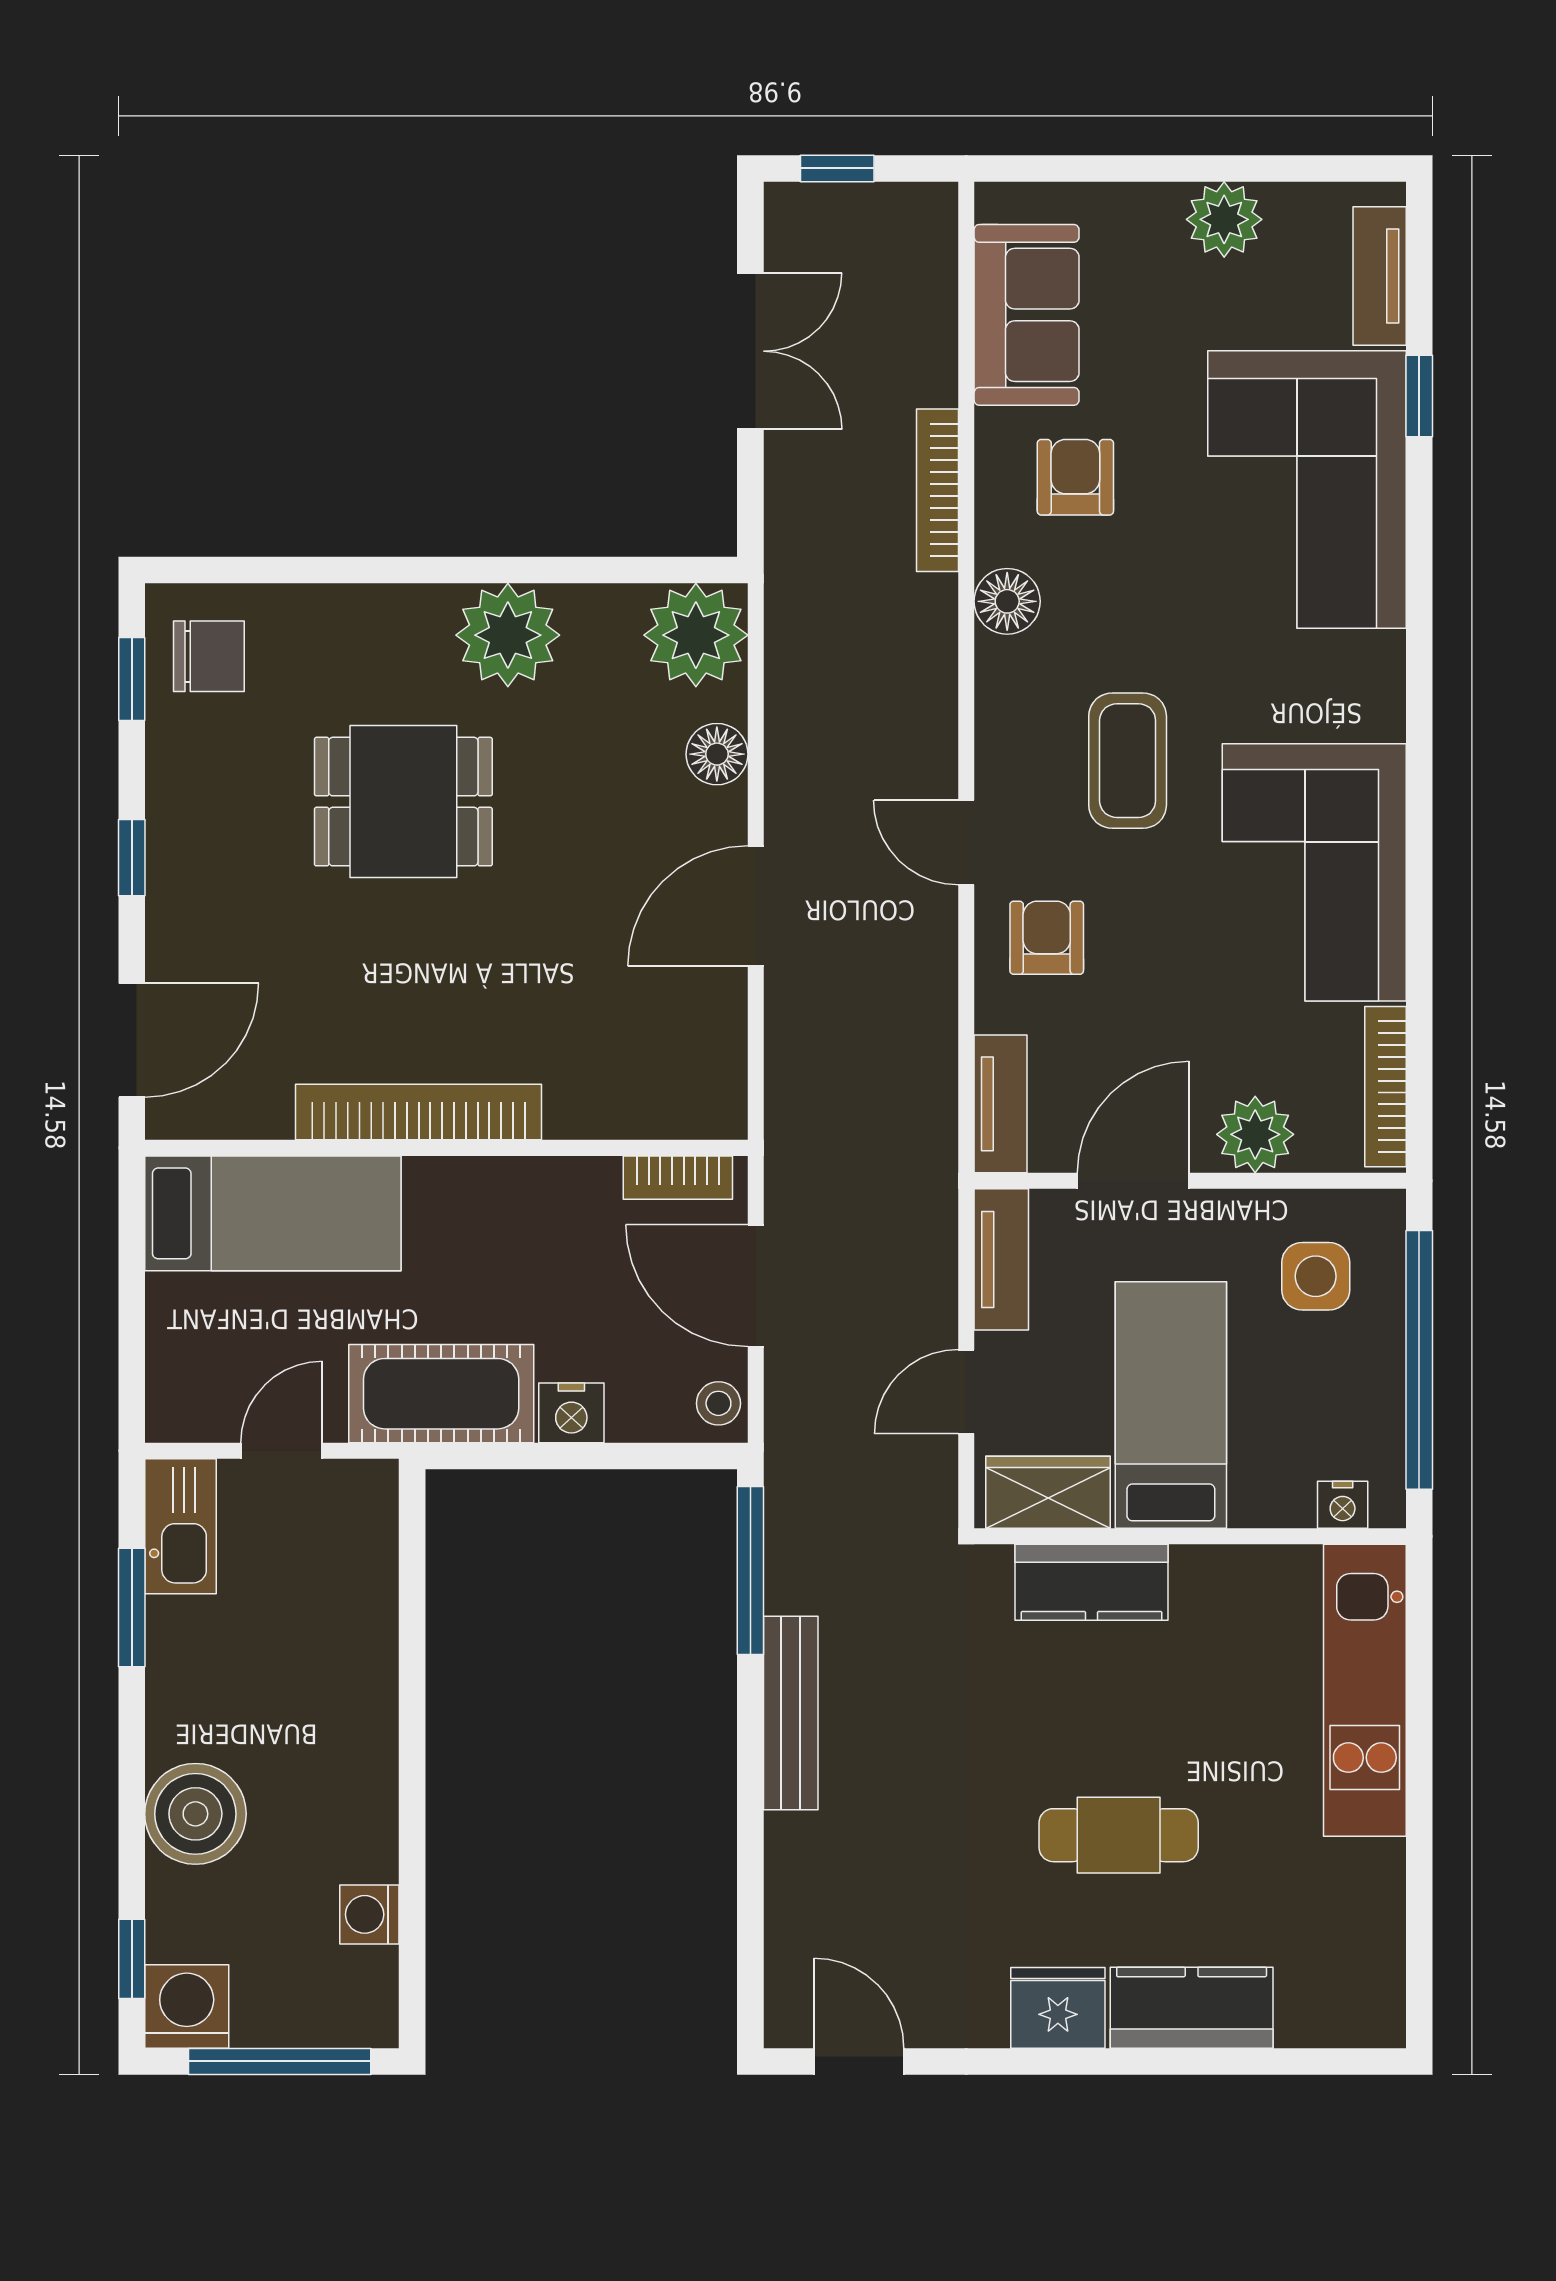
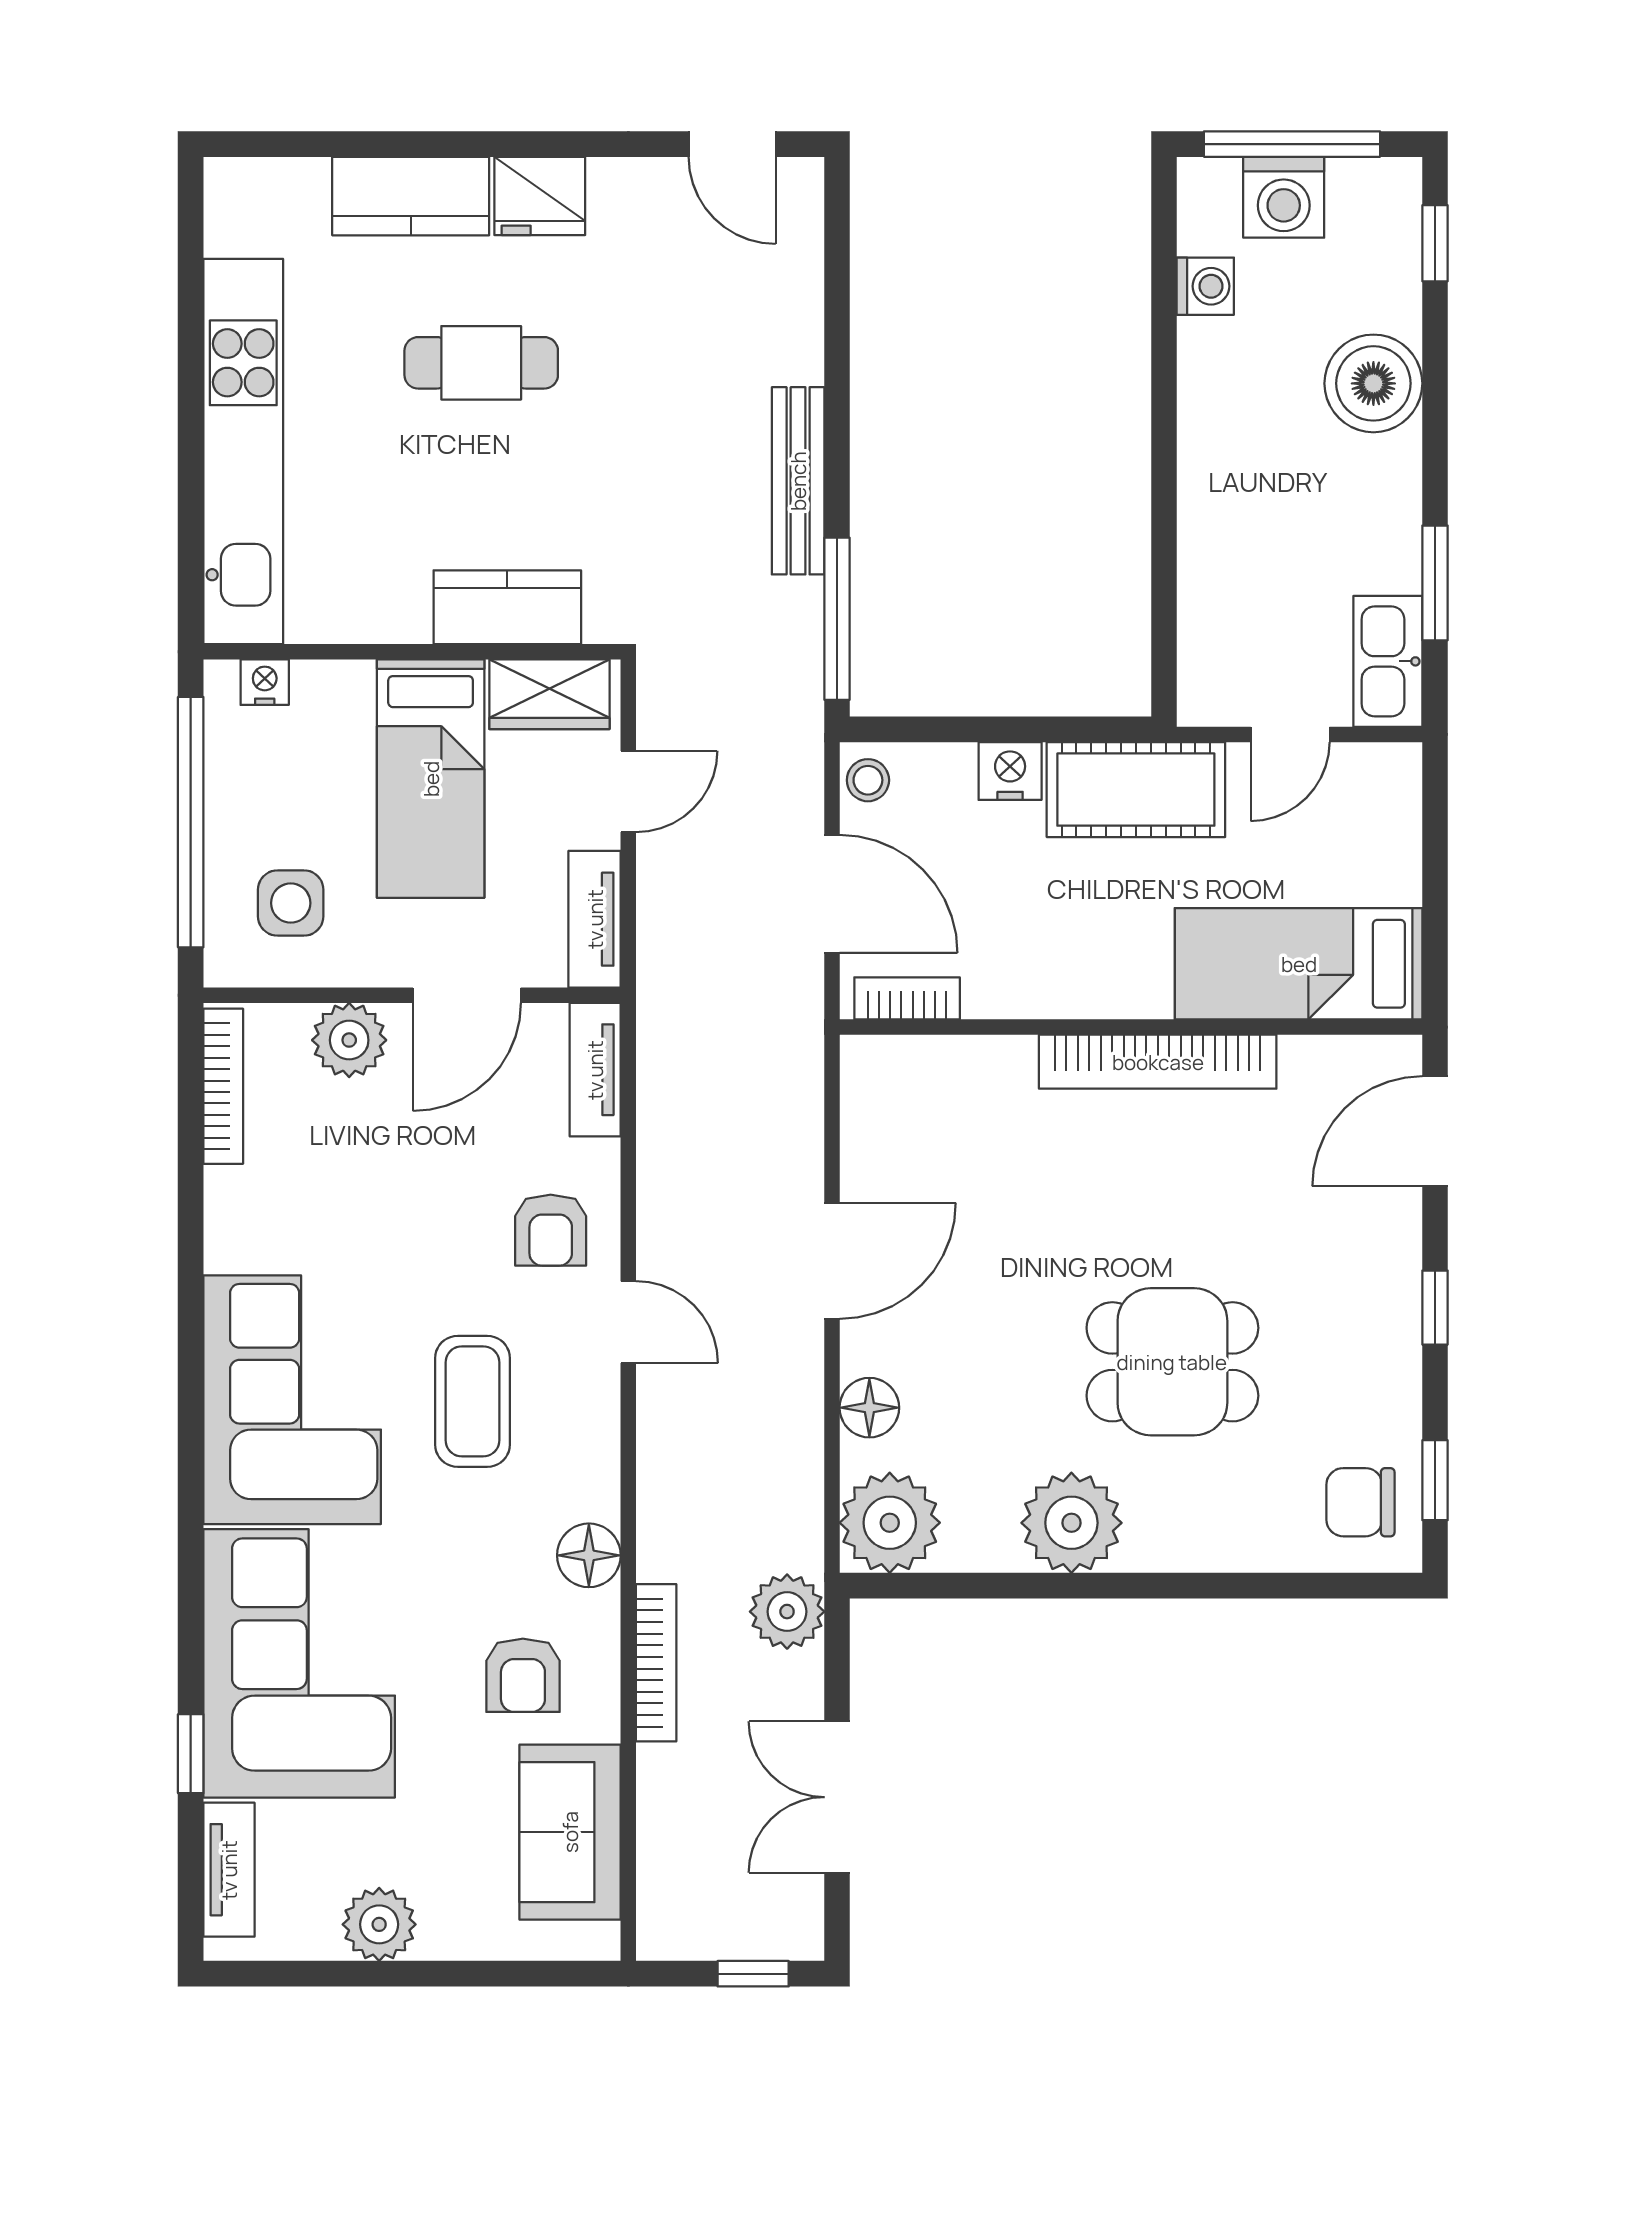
plant: (802, 543) -> (787, 1612), added
corner sofa: (1314, 872) -> (292, 1400), moved
kitchen unit: (1365, 1690) -> (243, 451), width x1.36
washing machine: (187, 2006) -> (1284, 197), moved

